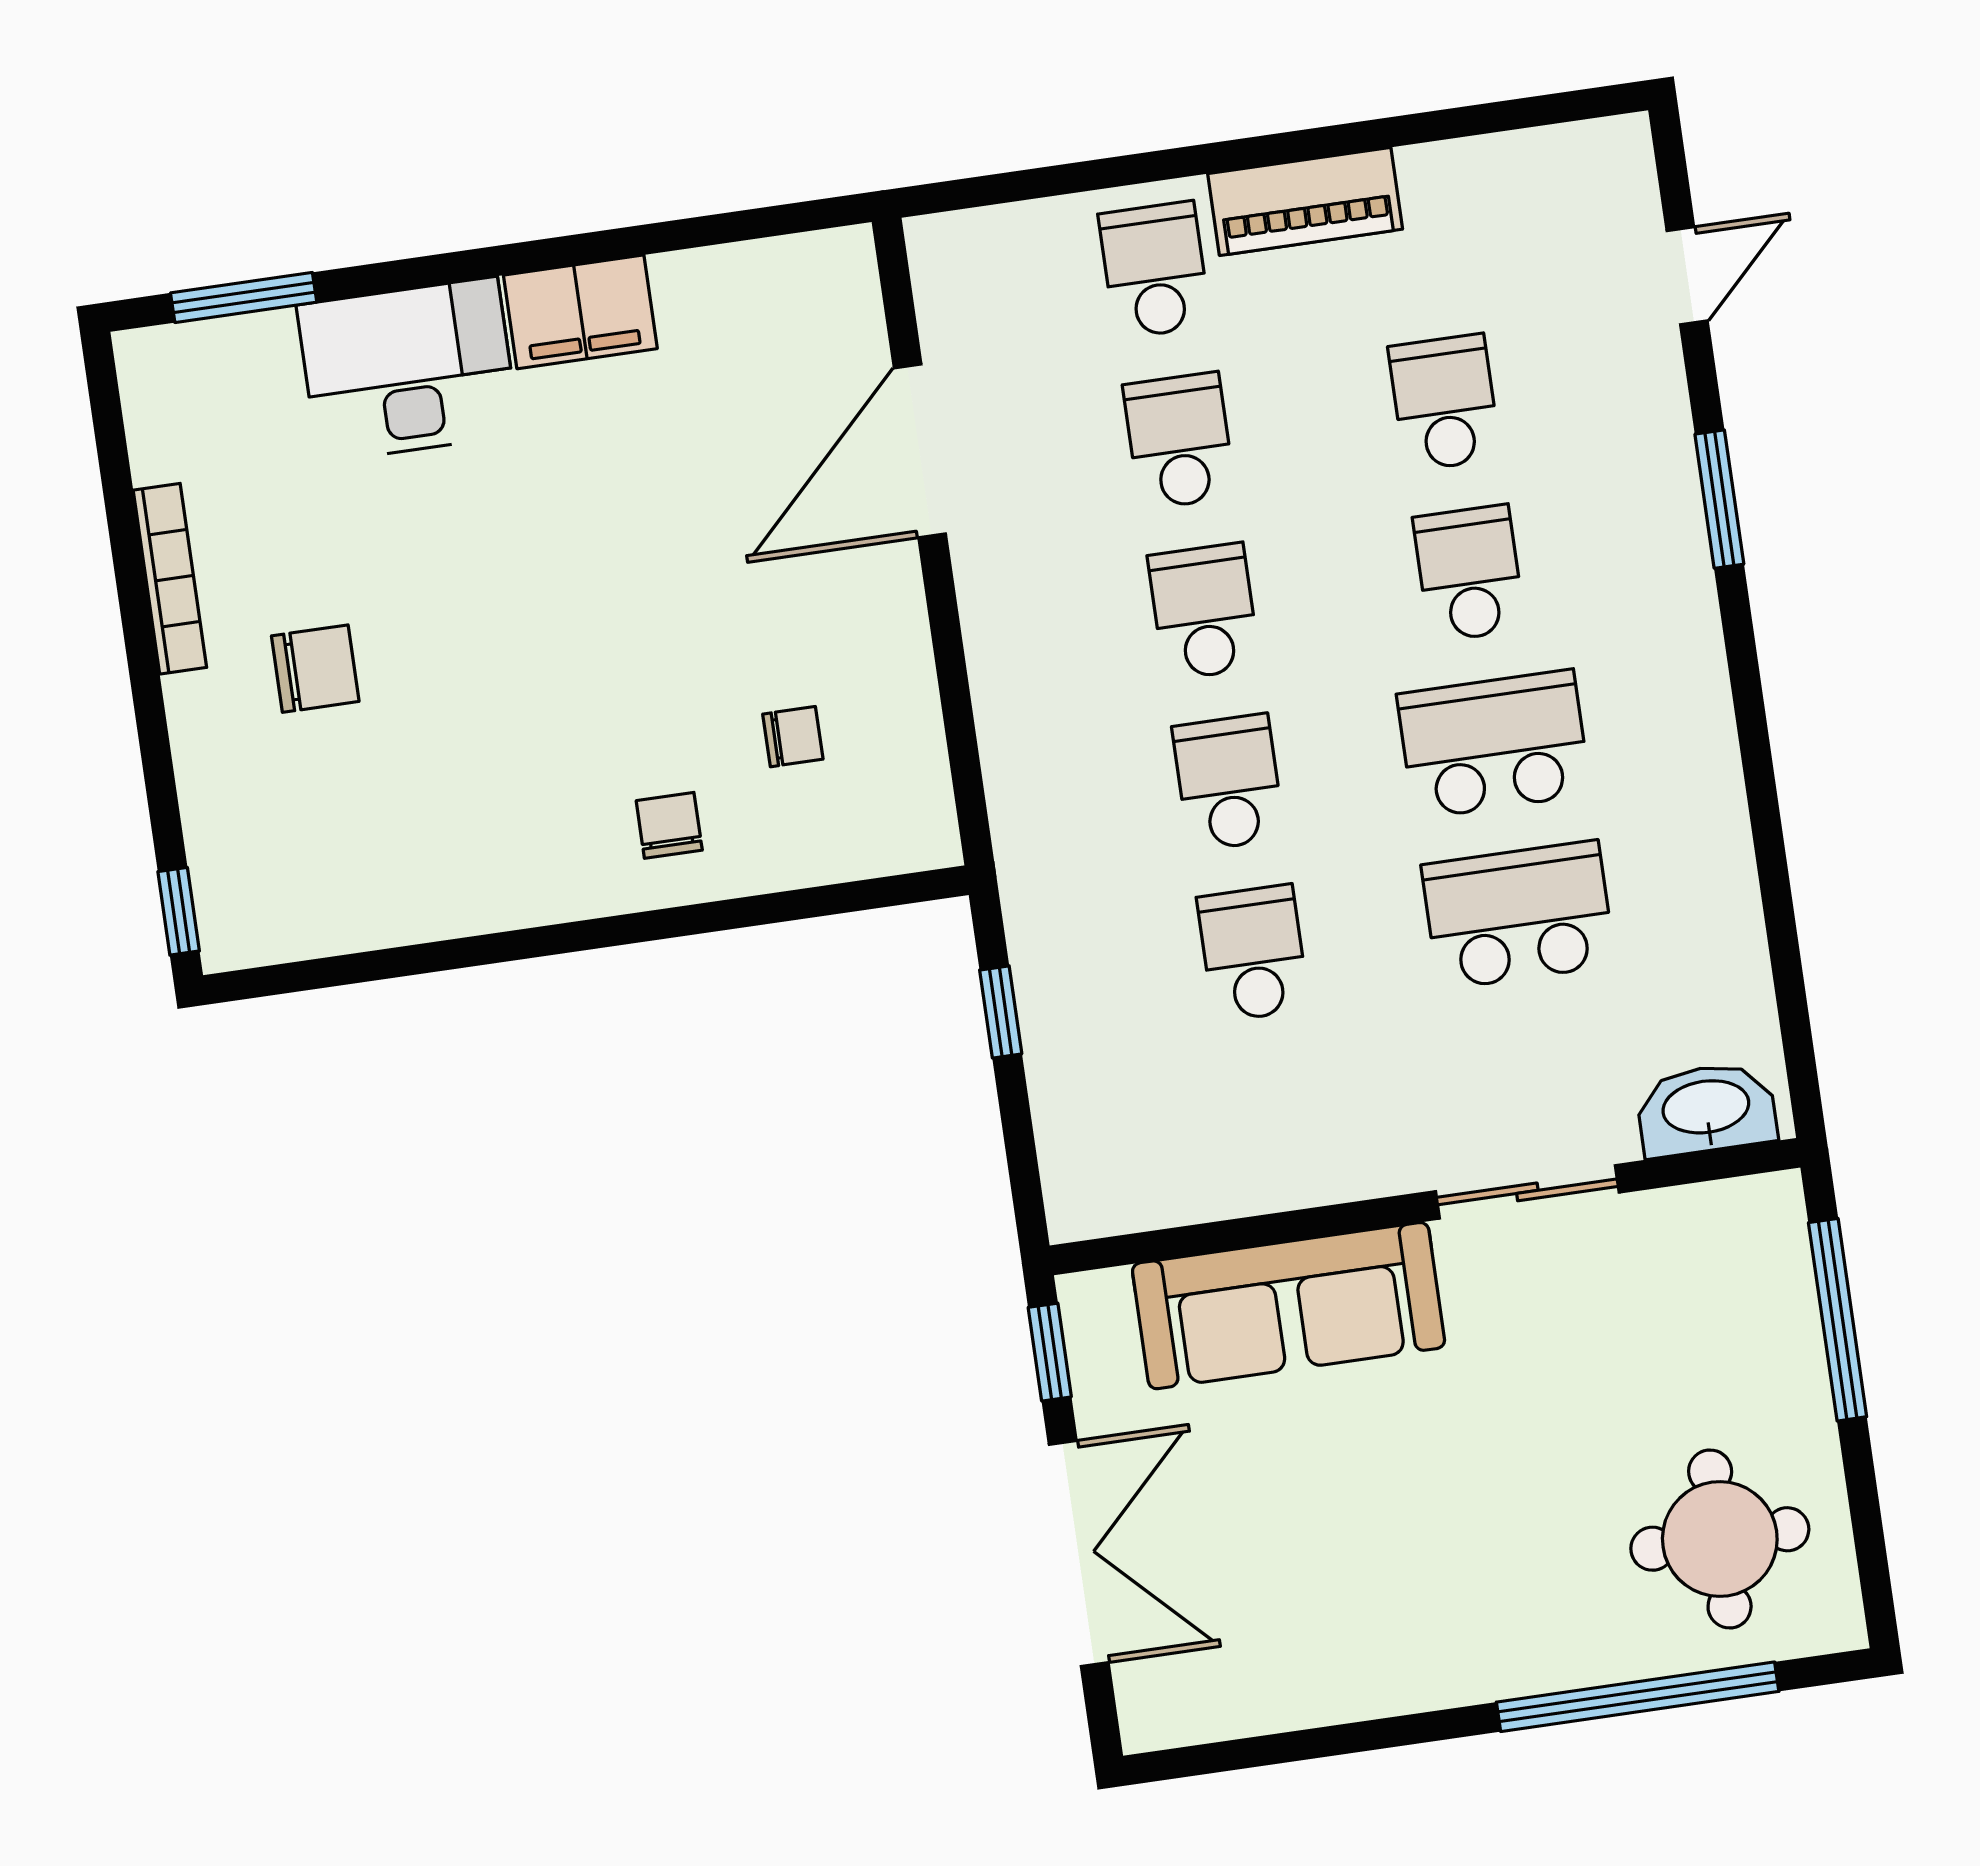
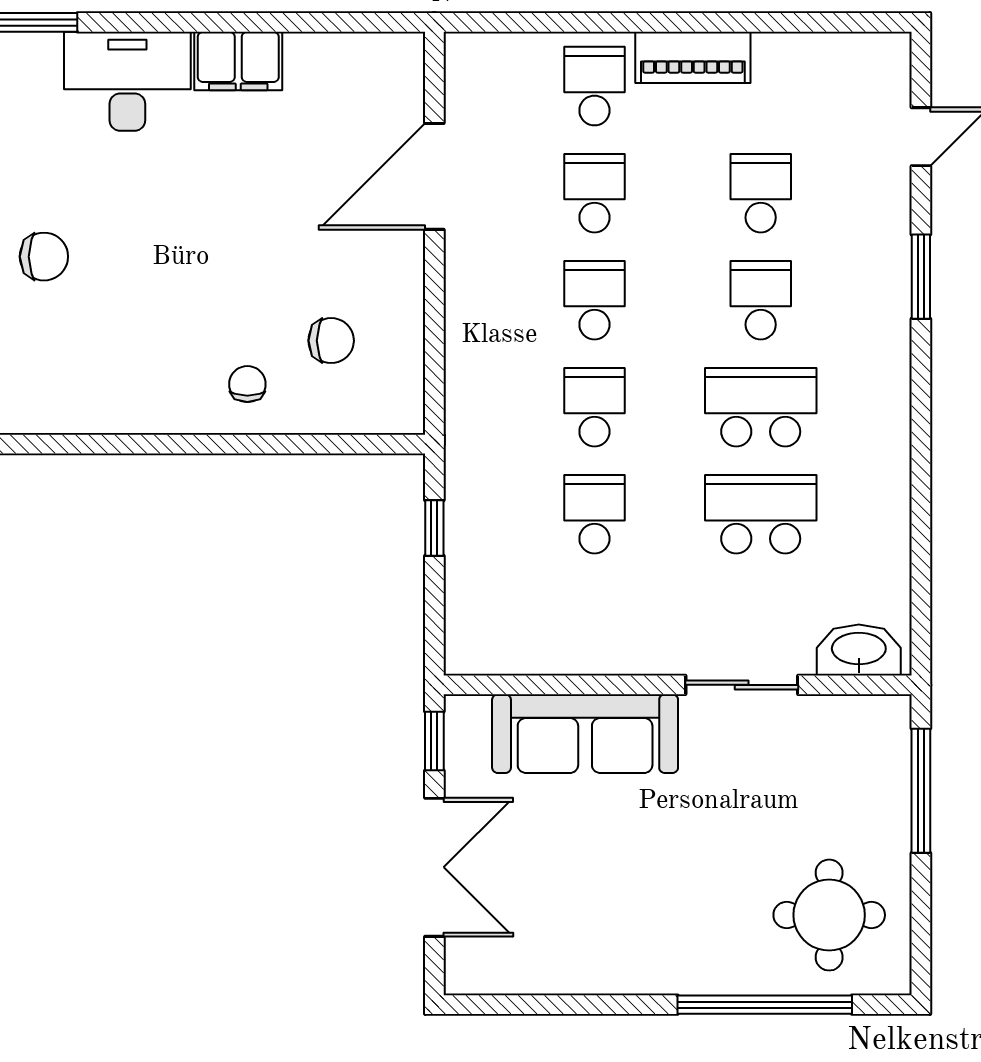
chair: (793, 737) -> (331, 341), width x1.37, depth x1.37

